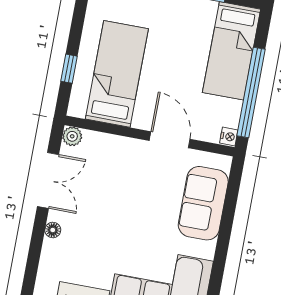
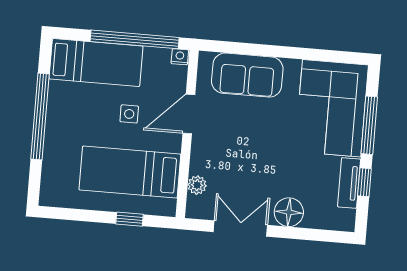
side table: (176, 79) -> (129, 114), added
plant: (72, 136) -> (197, 185), moved
floor lamp: (53, 230) -> (289, 212), width x1.89, depth x1.89

